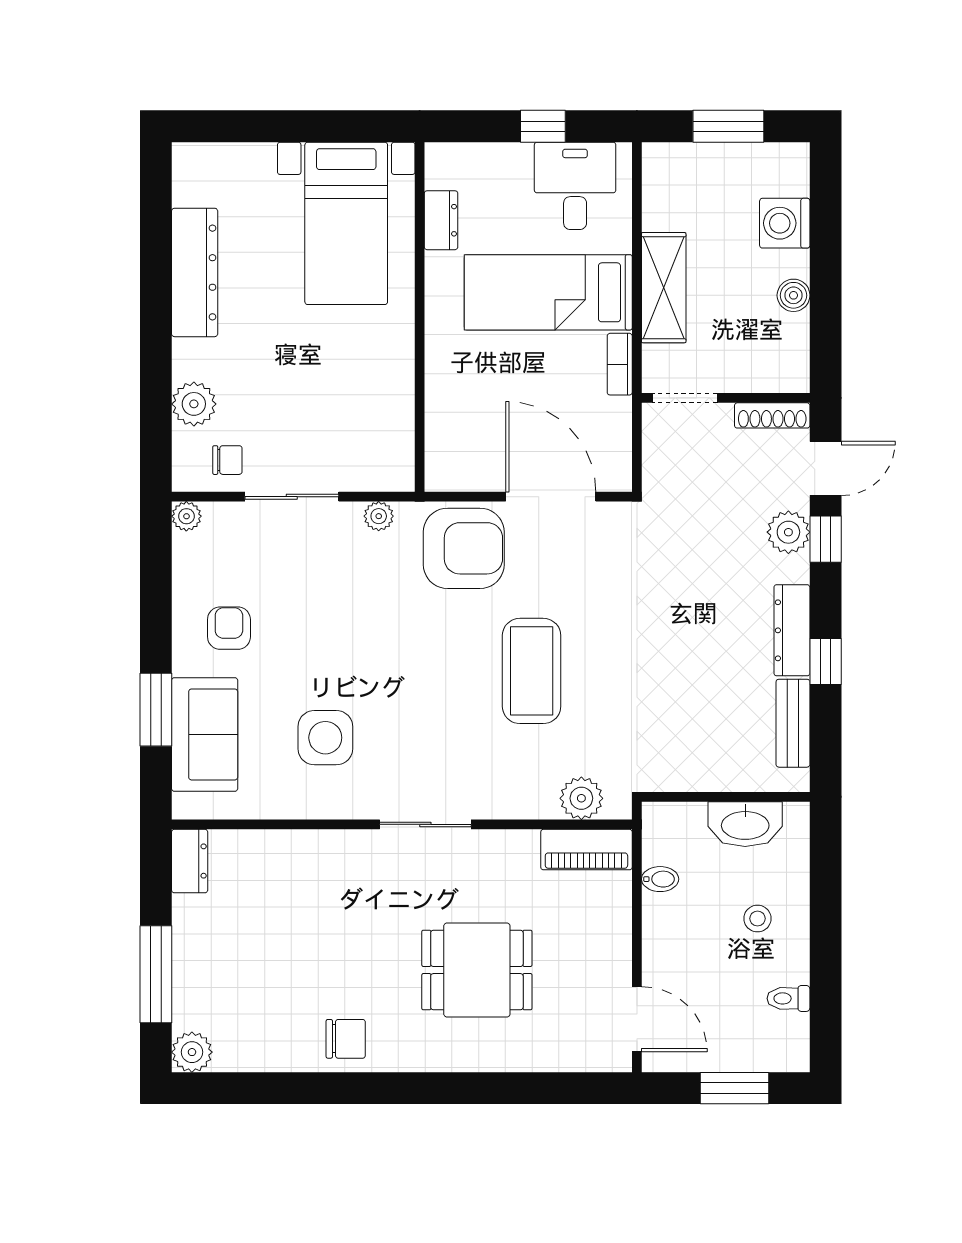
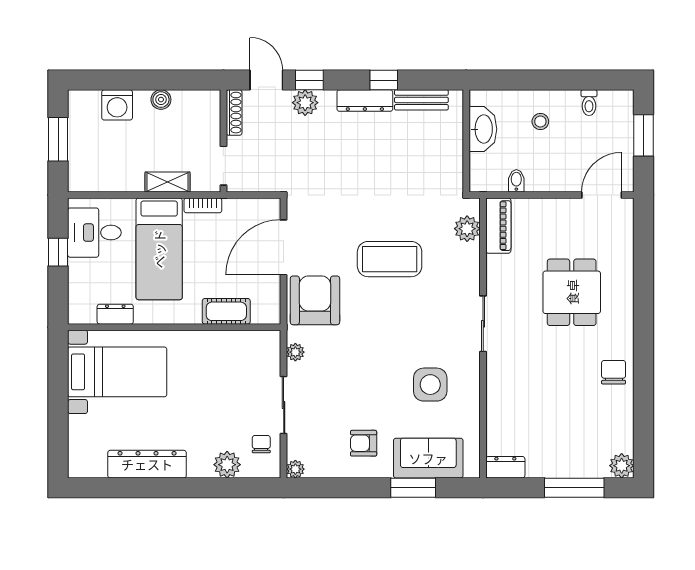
shelving: (664, 288) -> (168, 182), width x0.67, depth x0.75
cot: (446, 403) -> (226, 311), added

